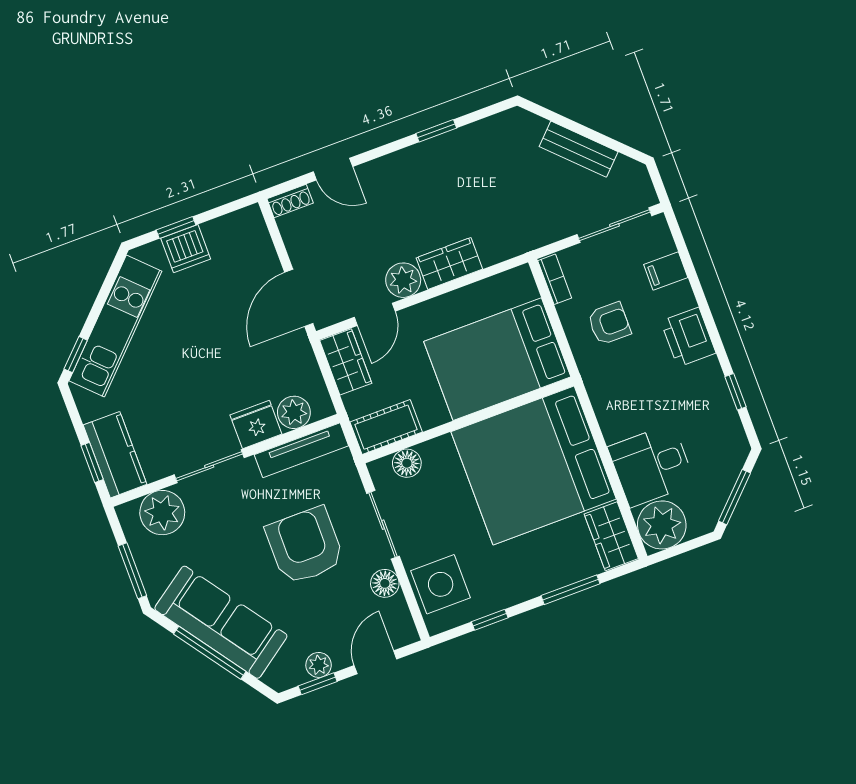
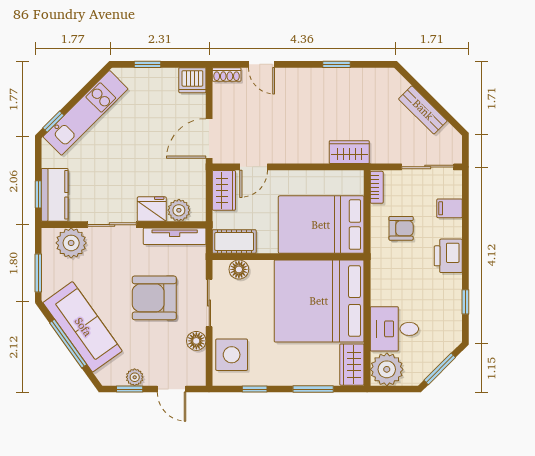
dishwasher: (186, 249) -> (192, 80), moved
wardrobe: (449, 263) -> (349, 152), moved
plant: (403, 280) -> (280, 152), removed
armchair: (305, 546) -> (154, 298), turned -90
door: (375, 662) -> (172, 389), swing flipped

